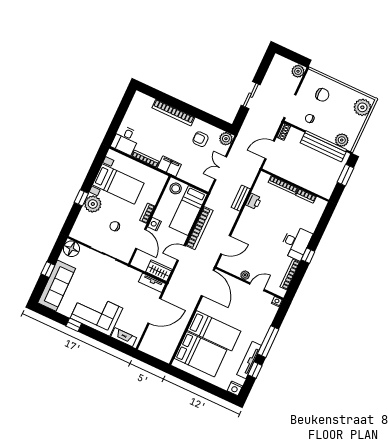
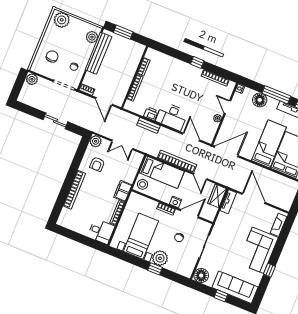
desk: (296, 243) -> (172, 116), moved, turned 180
floor lamp: (263, 323) -> (260, 100), added

